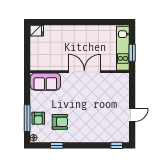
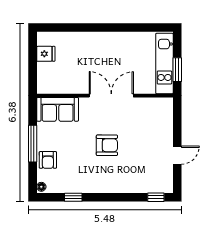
fridge: (37, 31) -> (46, 54), moved
window: (27, 118) -> (33, 144), moved
armchair: (60, 122) -> (107, 145), moved

